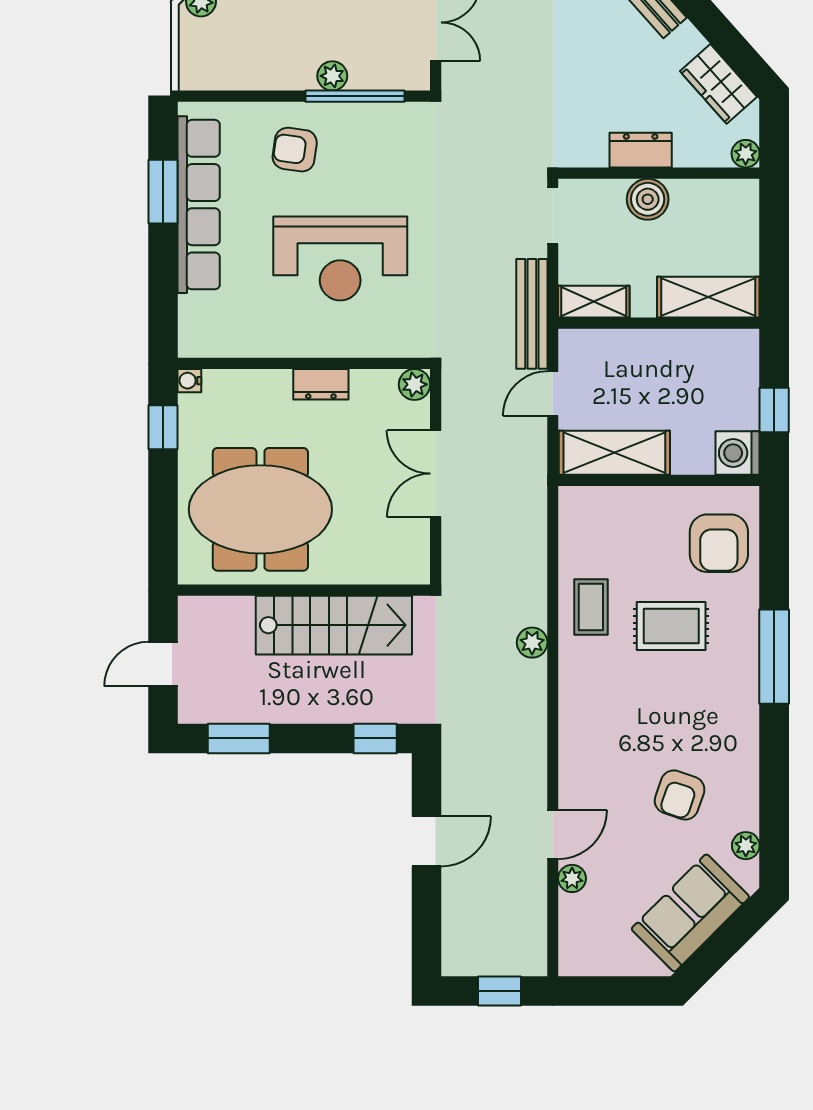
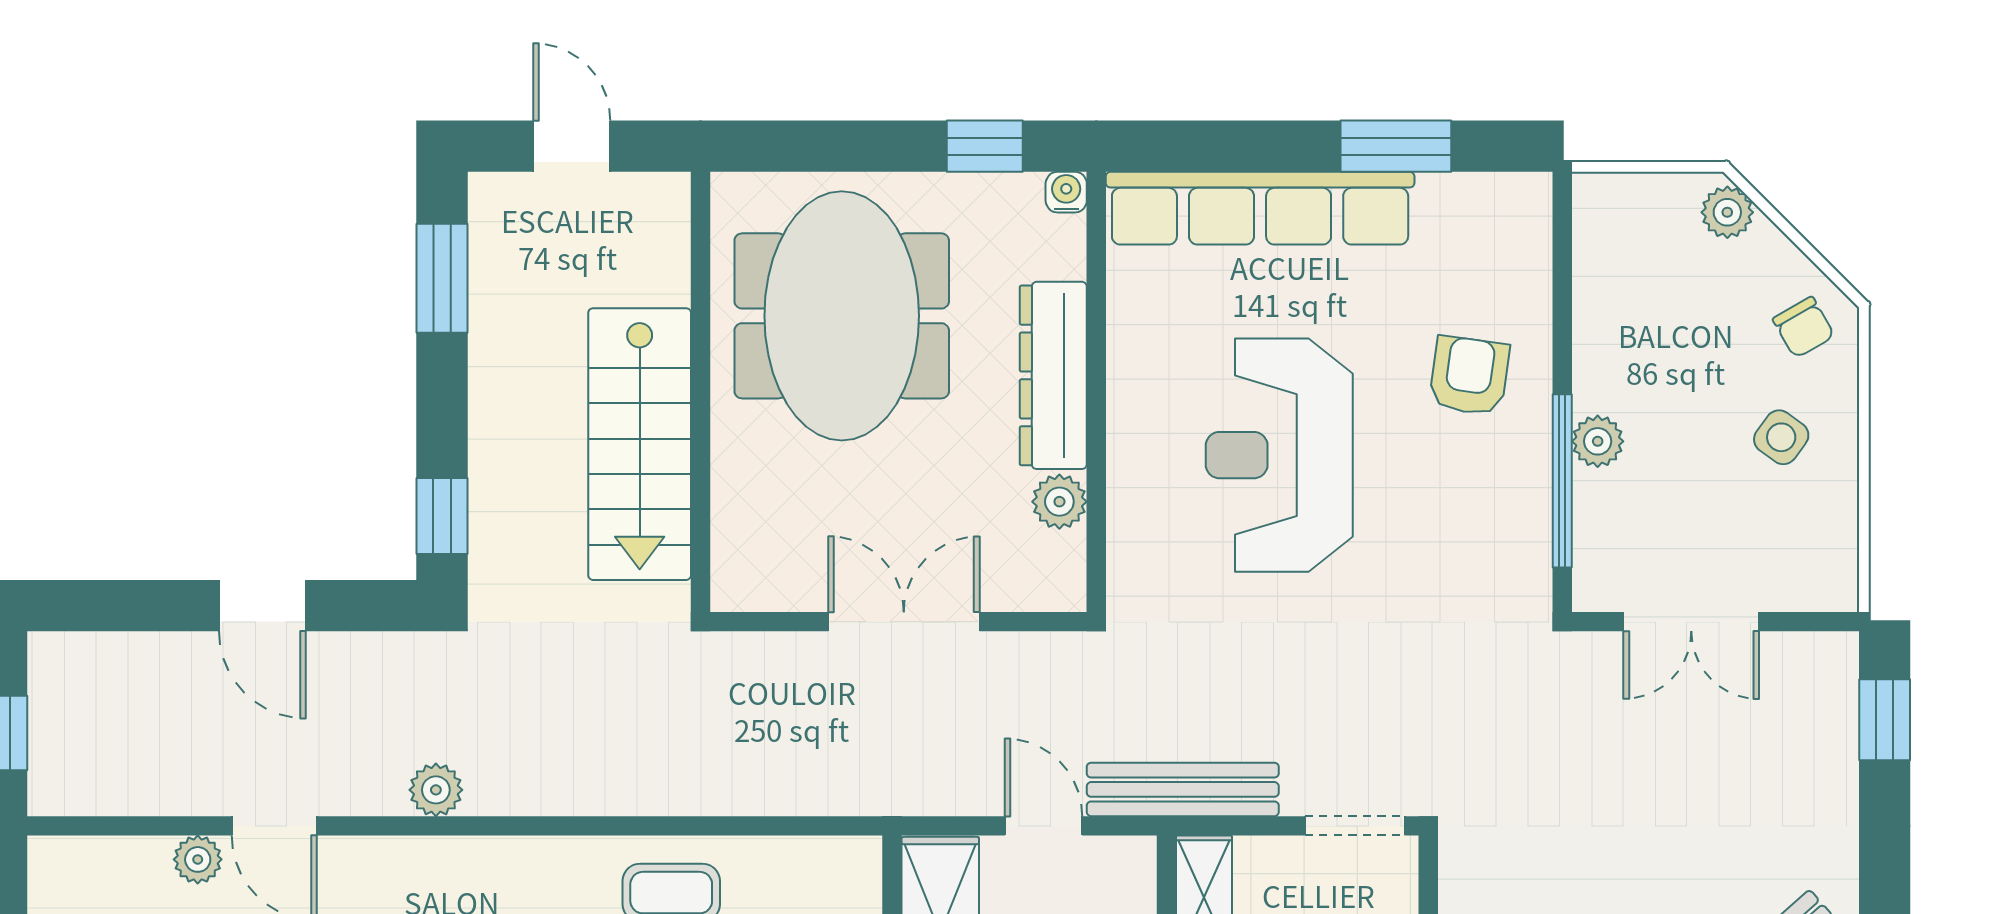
row of seats: (199, 205) -> (1260, 208), moved
dresser: (321, 384) -> (1053, 375), width x1.96, depth x1.24
plant: (415, 384) -> (1059, 502), moved
plant: (532, 643) -> (436, 790), moved

